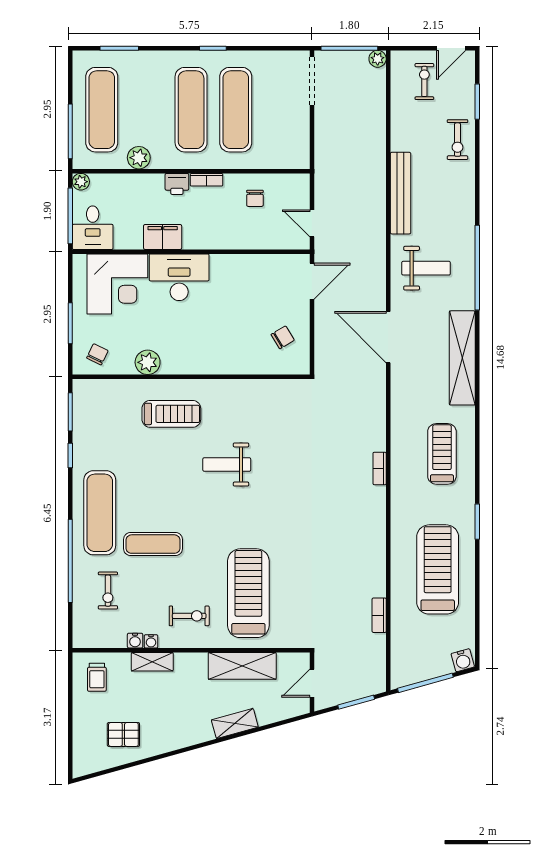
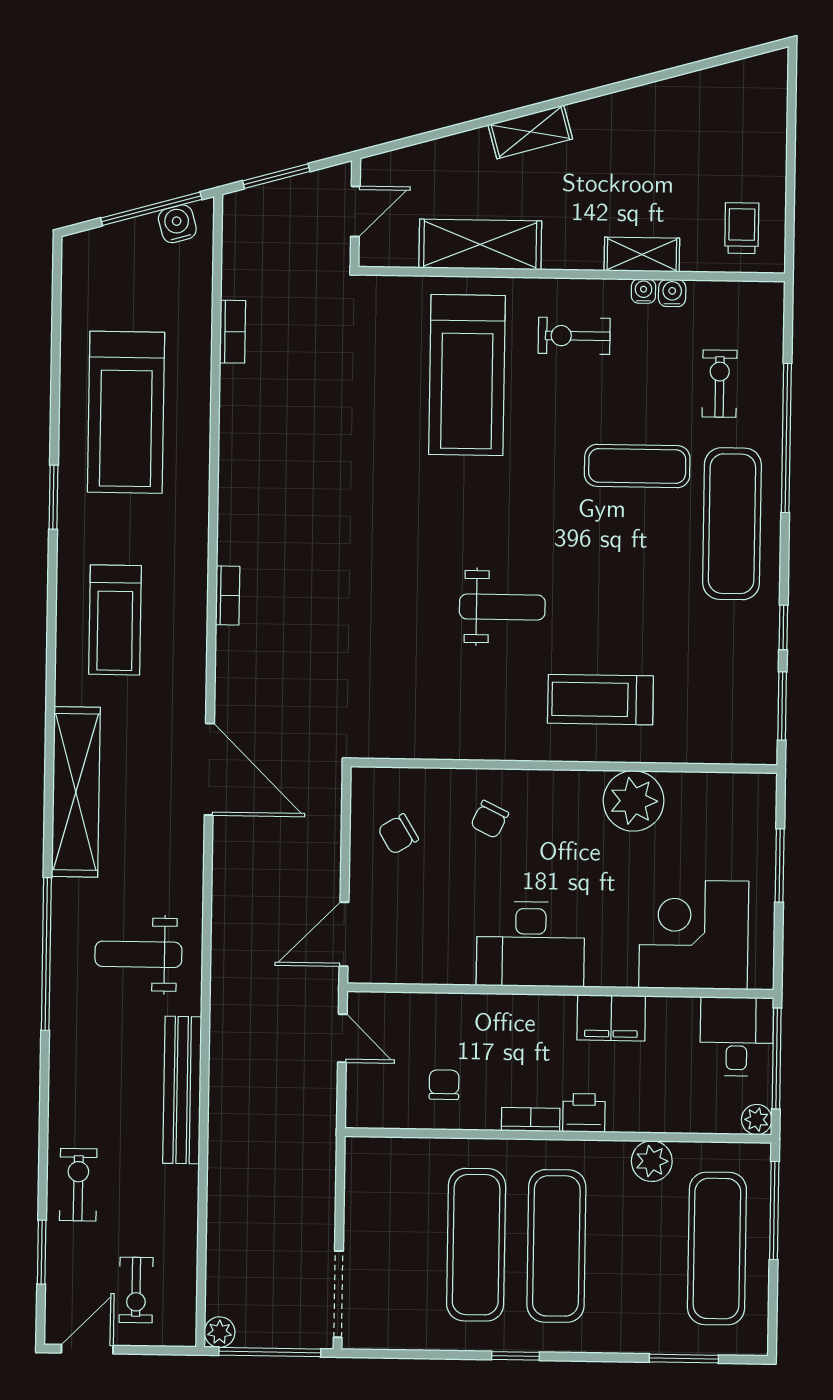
desk: (179, 277) -> (531, 944), moved
door: (388, 337) -> (209, 769), moved
chair: (97, 354) -> (490, 819), moved
plant: (148, 362) -> (634, 801), width x1.36, depth x1.36
water cooler: (463, 660) -> (177, 224), moved
shelving: (235, 723) -> (530, 132), moved
pallet: (123, 734) -> (696, 124), removed

